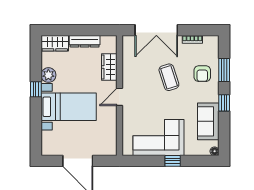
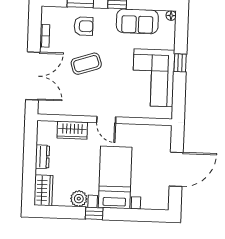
dresser: (85, 41) -> (42, 157), width x0.70

